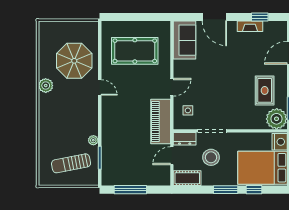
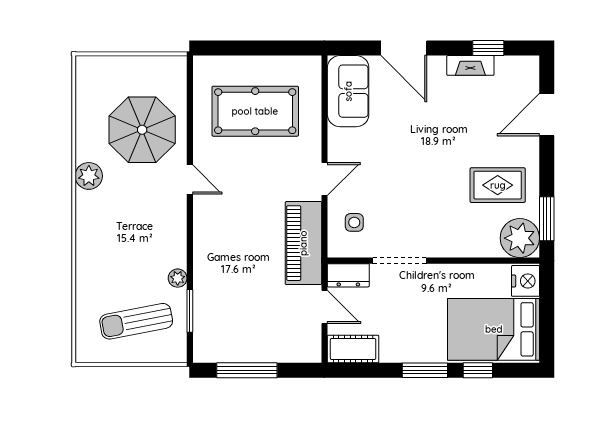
rug: (265, 90) -> (498, 185), turned 90
door: (172, 156) -> (324, 307), swing flipped
stool: (211, 157) -> (397, 310), removed

